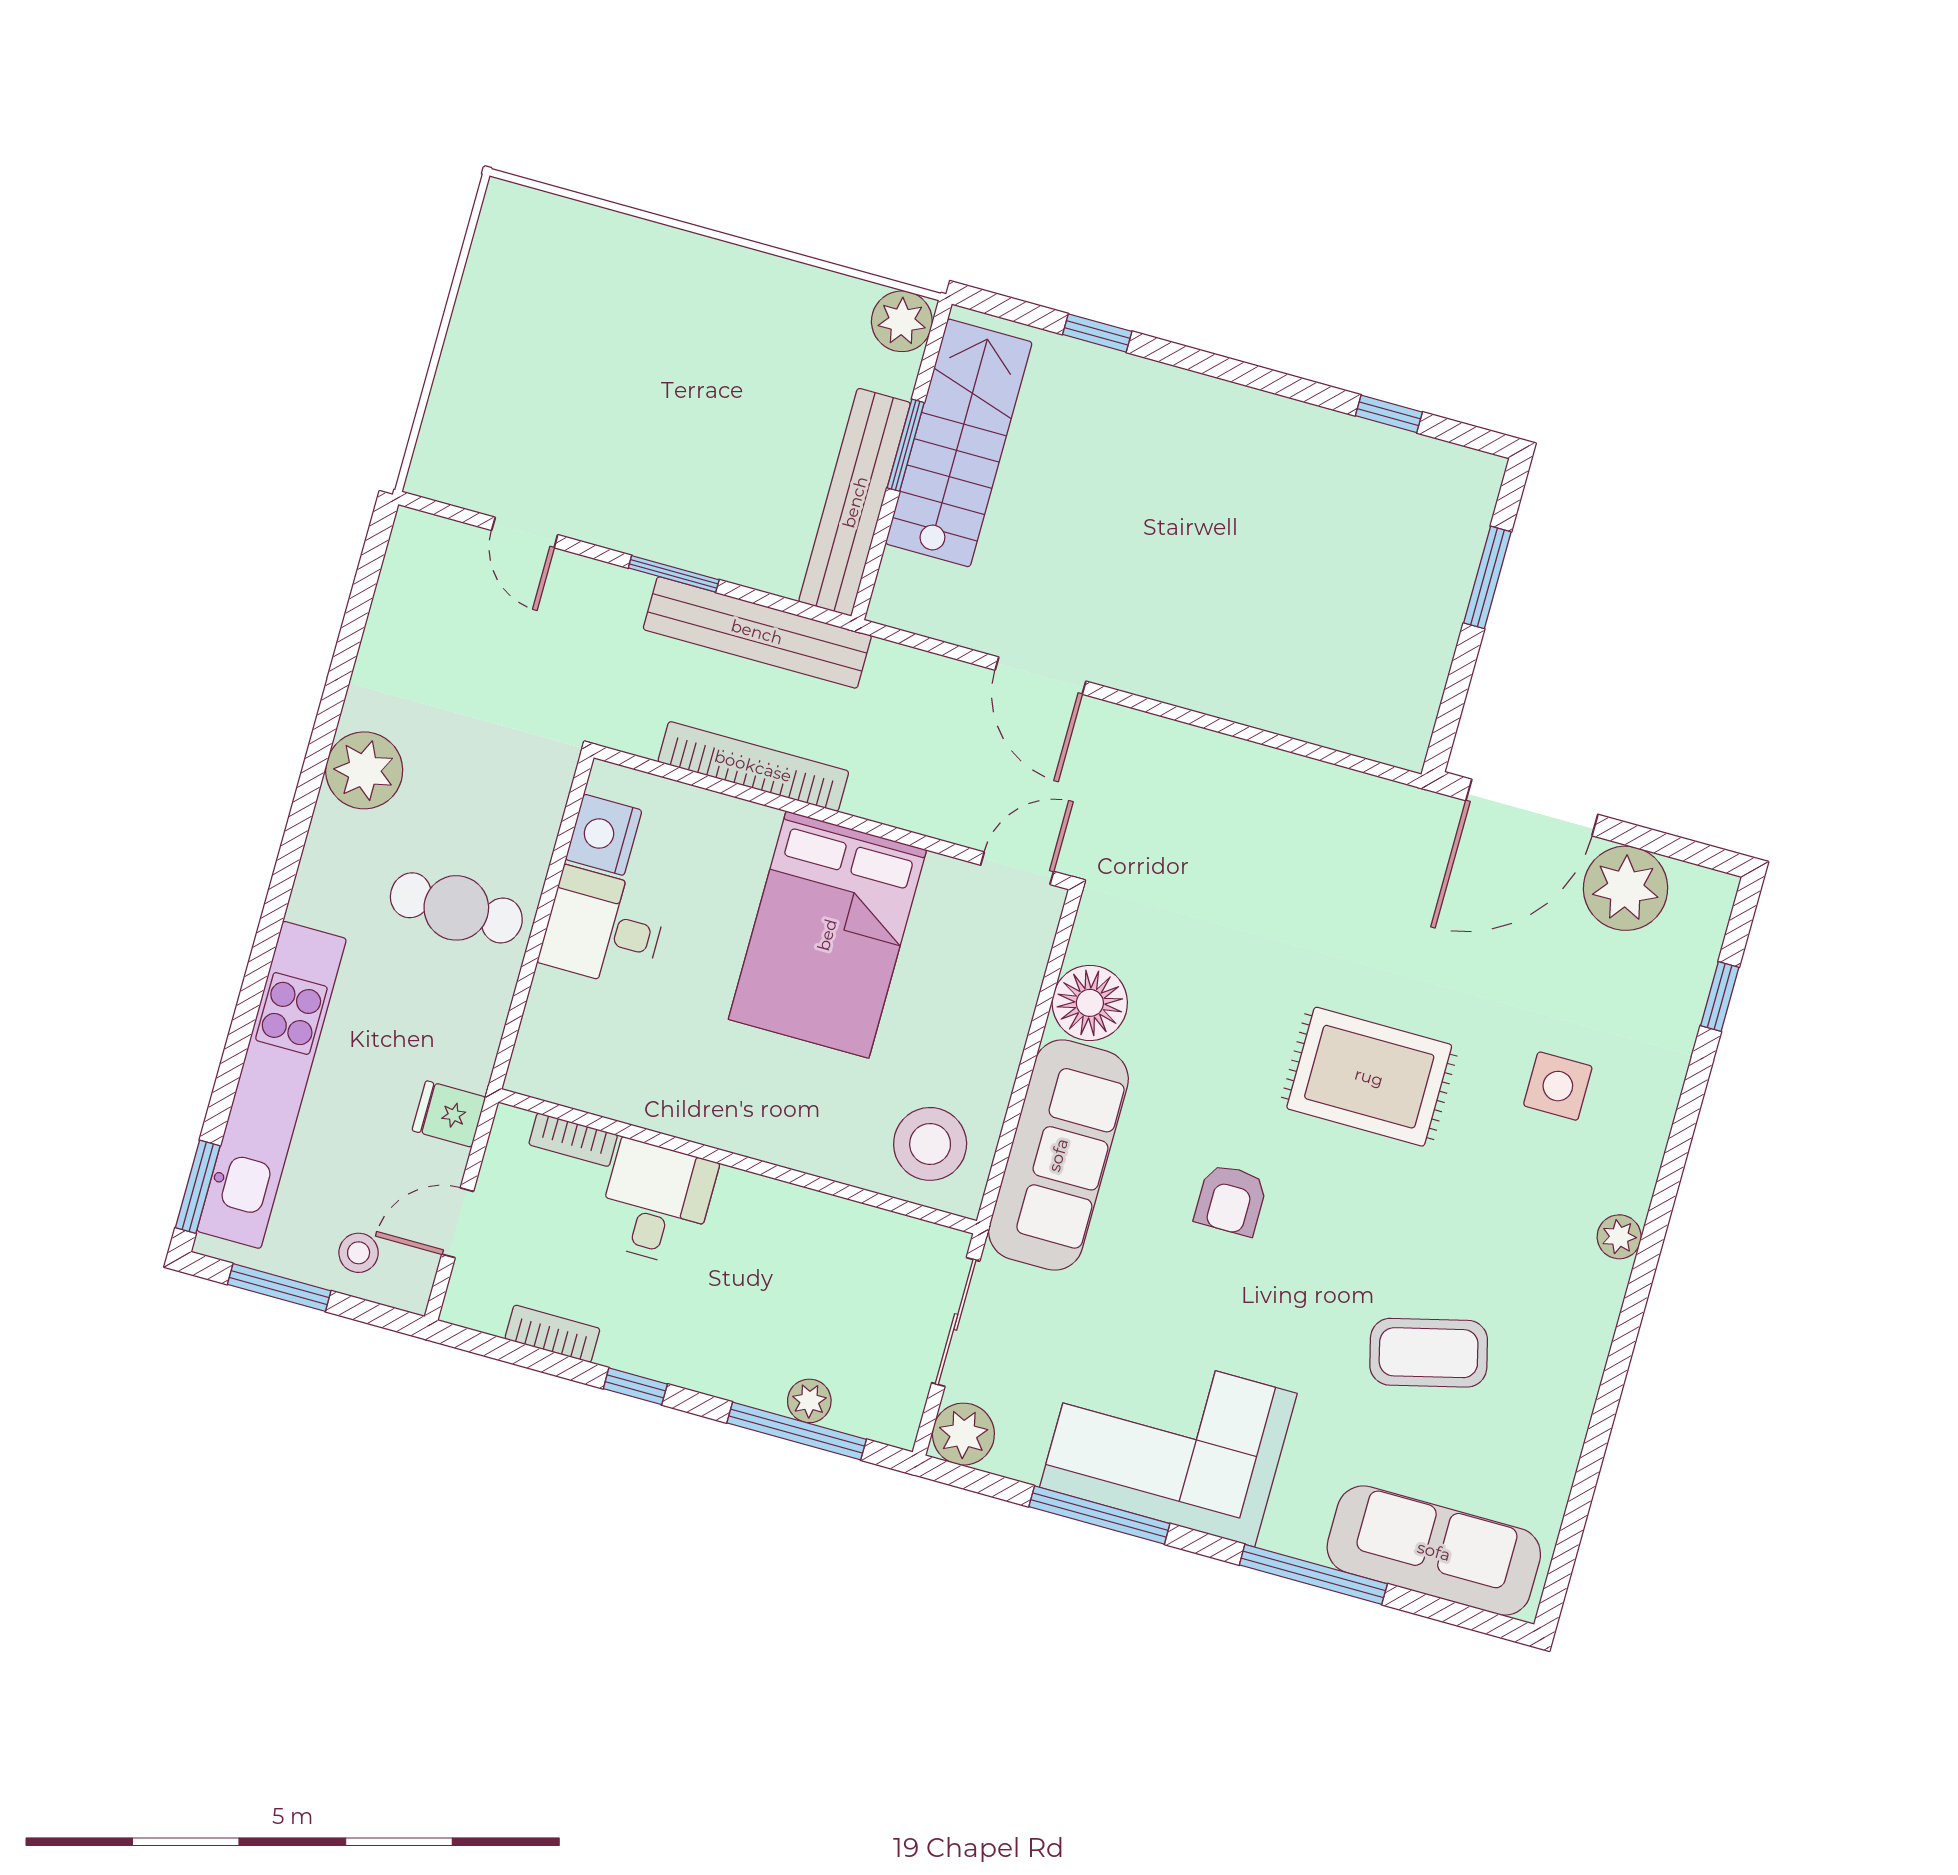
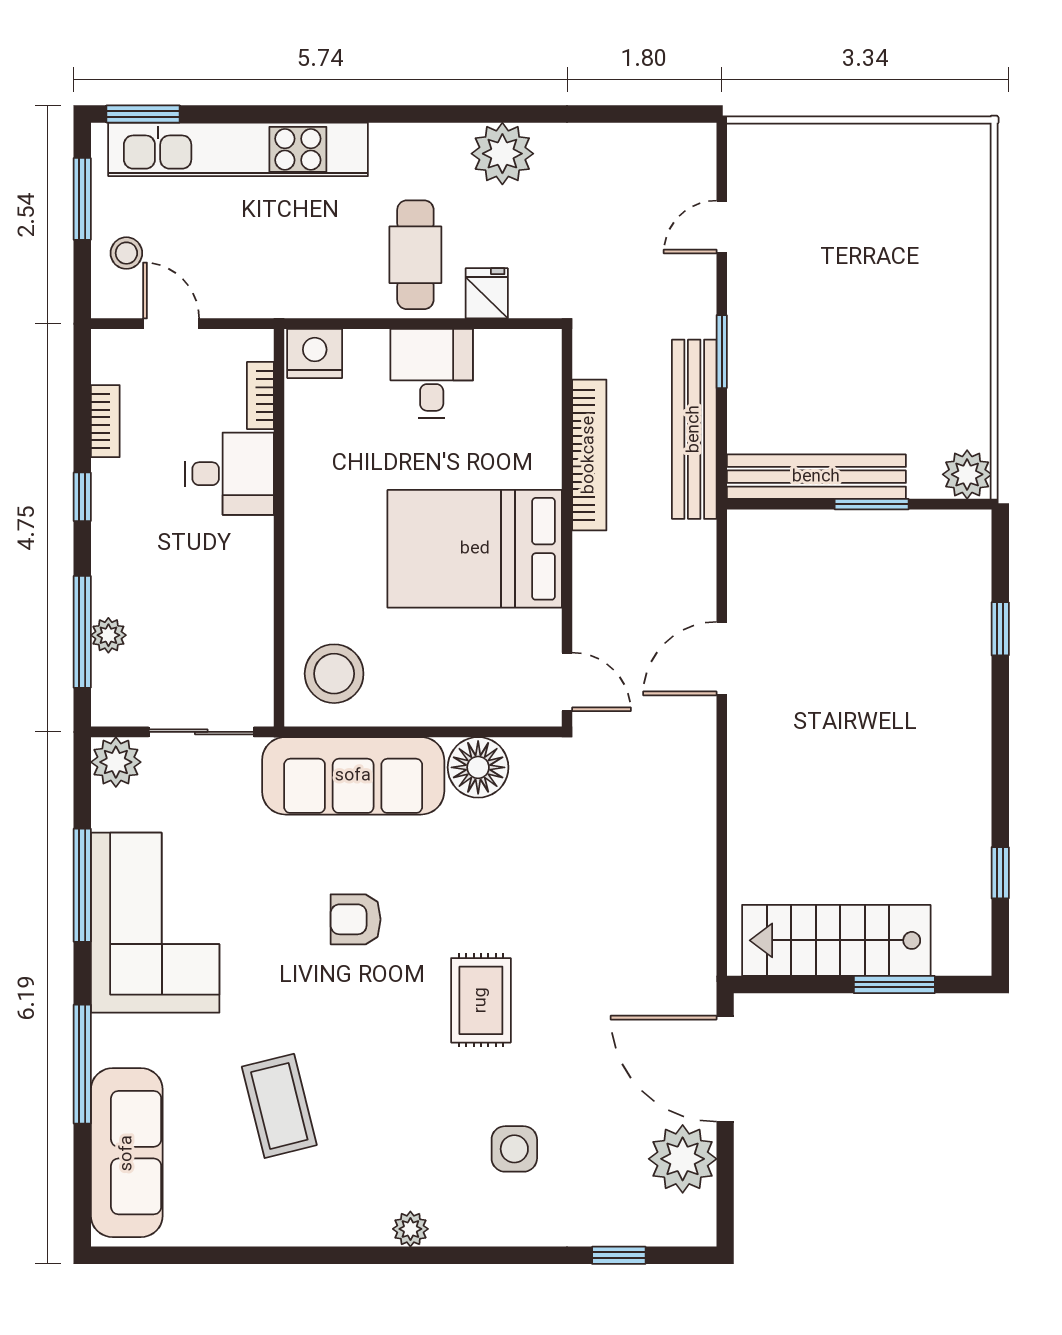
stairs: (959, 443) -> (836, 940), moved, turned 180
nightstand: (604, 835) -> (315, 353), moved
rug: (1369, 1077) -> (481, 1000), width x0.73, depth x0.70
fridge: (449, 1114) -> (487, 293), moved

